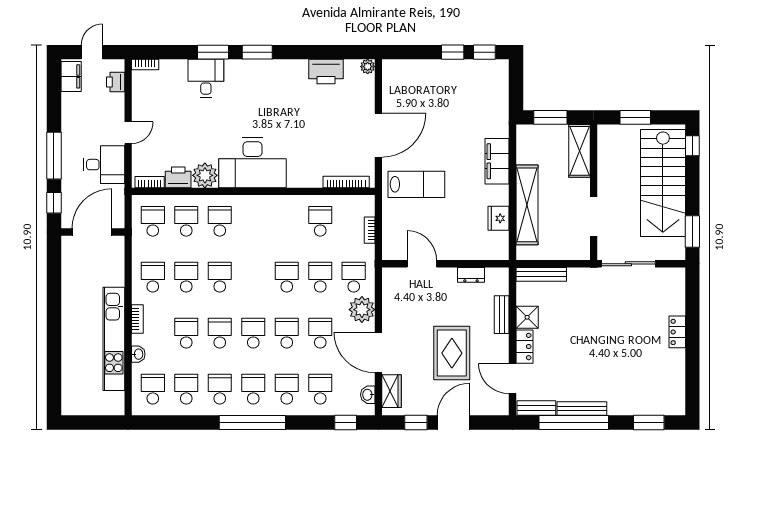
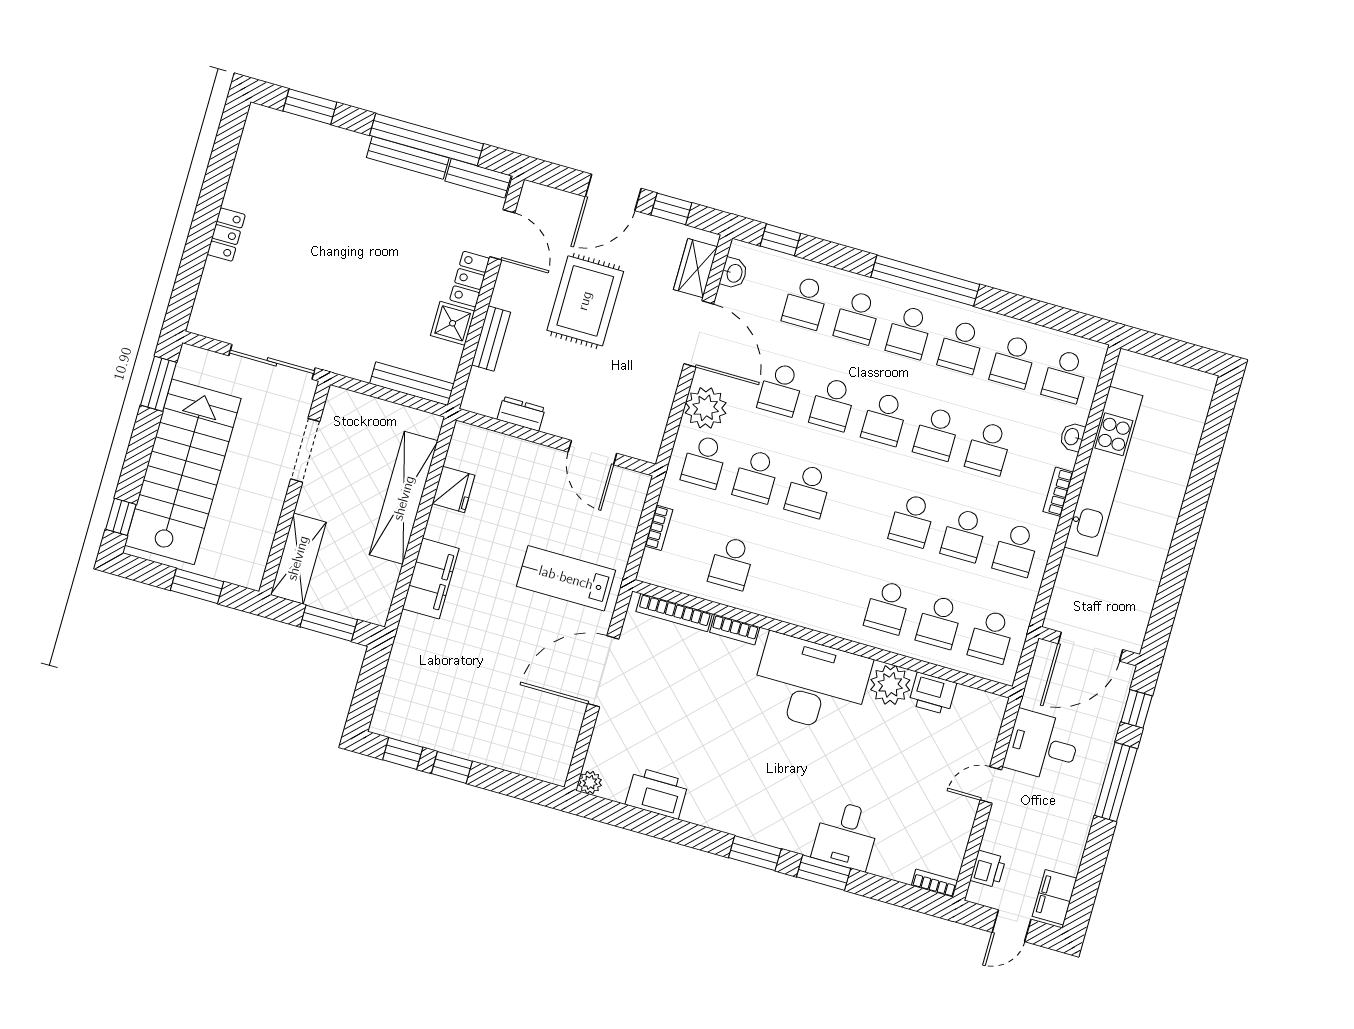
bookcase: (150, 182) -> (735, 630), moved

